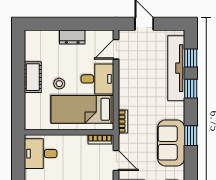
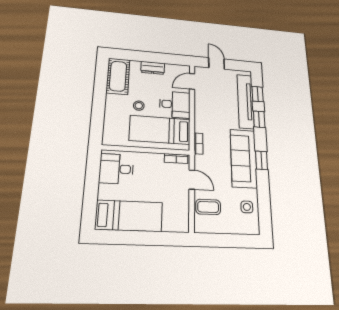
cot: (33, 77) -> (118, 76), moved, width x1.37, depth x1.34
sofa: (171, 143) -> (244, 158), width x1.36

